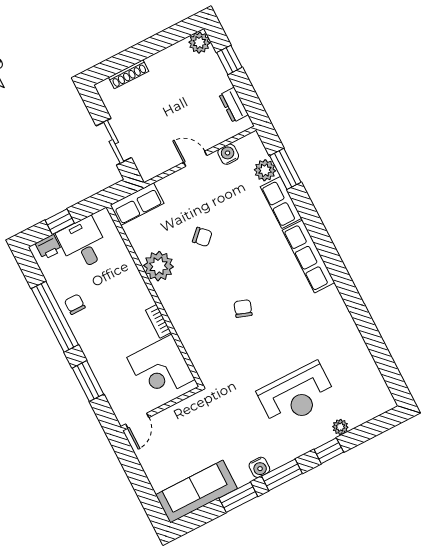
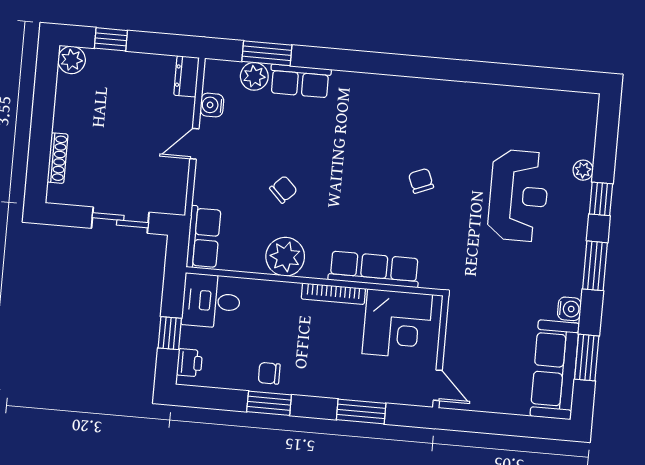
dresser: (234, 105) -> (187, 76), moved, turned 90
desk: (83, 244) -> (211, 301), moved
row of seats: (309, 256) -> (374, 269), moved, turned 180
chair: (243, 309) -> (421, 181), moved, turned 49
window: (55, 317) -> (269, 403), width x0.47
bookcase: (158, 321) -> (333, 294), width x1.56
water cooler: (259, 467) -> (569, 309), moved
window: (238, 497) -> (587, 358), moved

